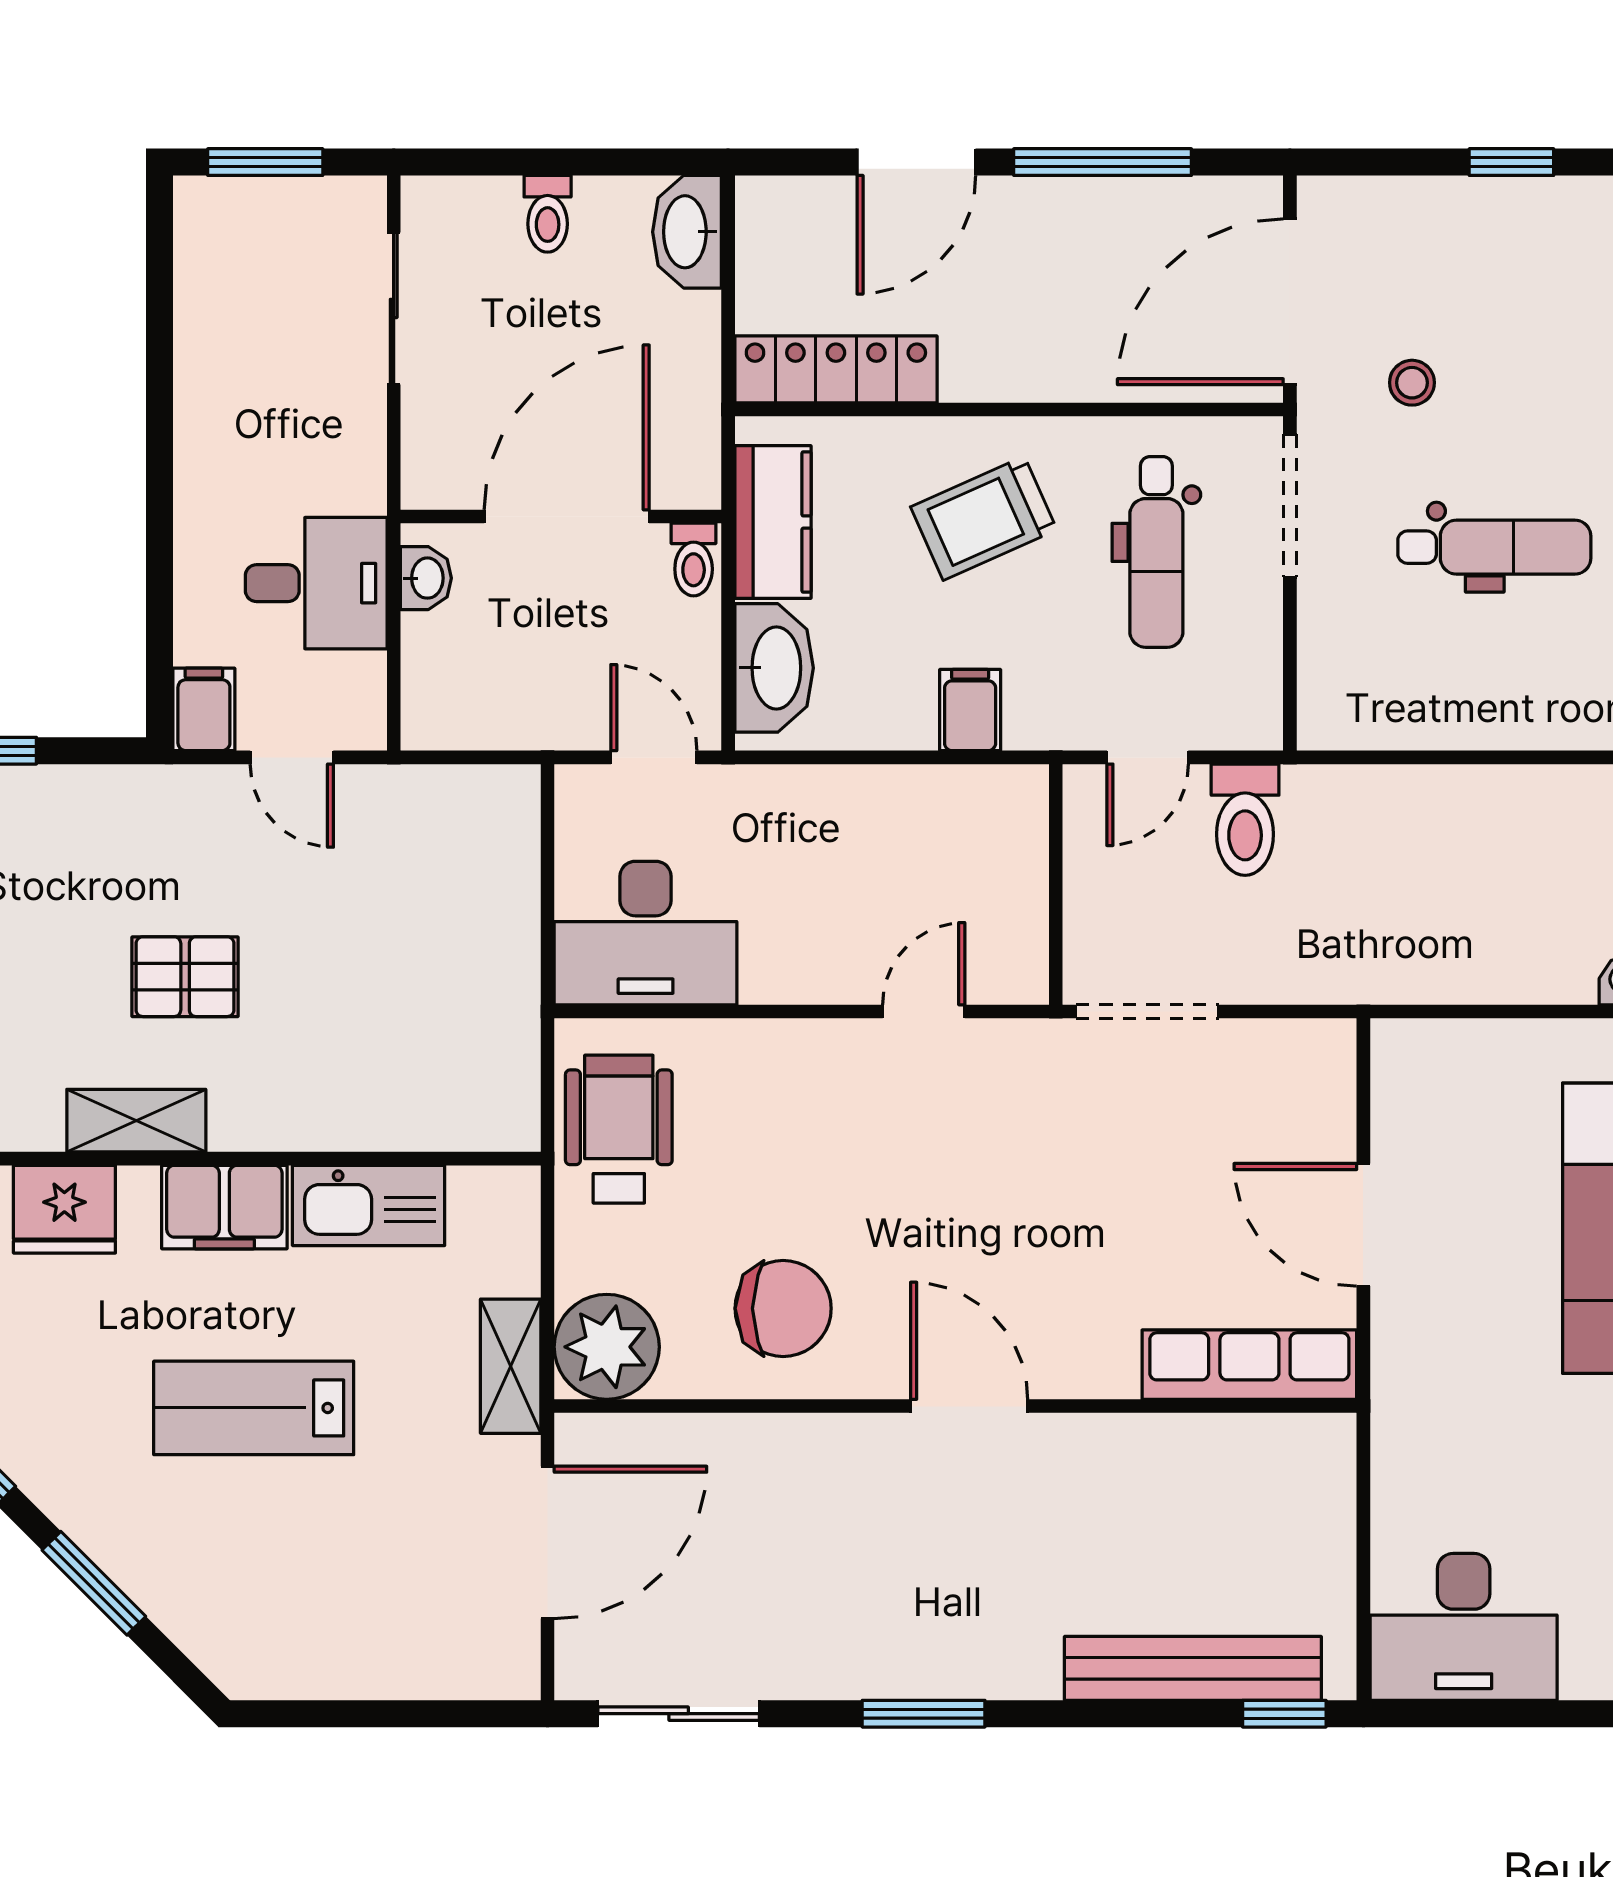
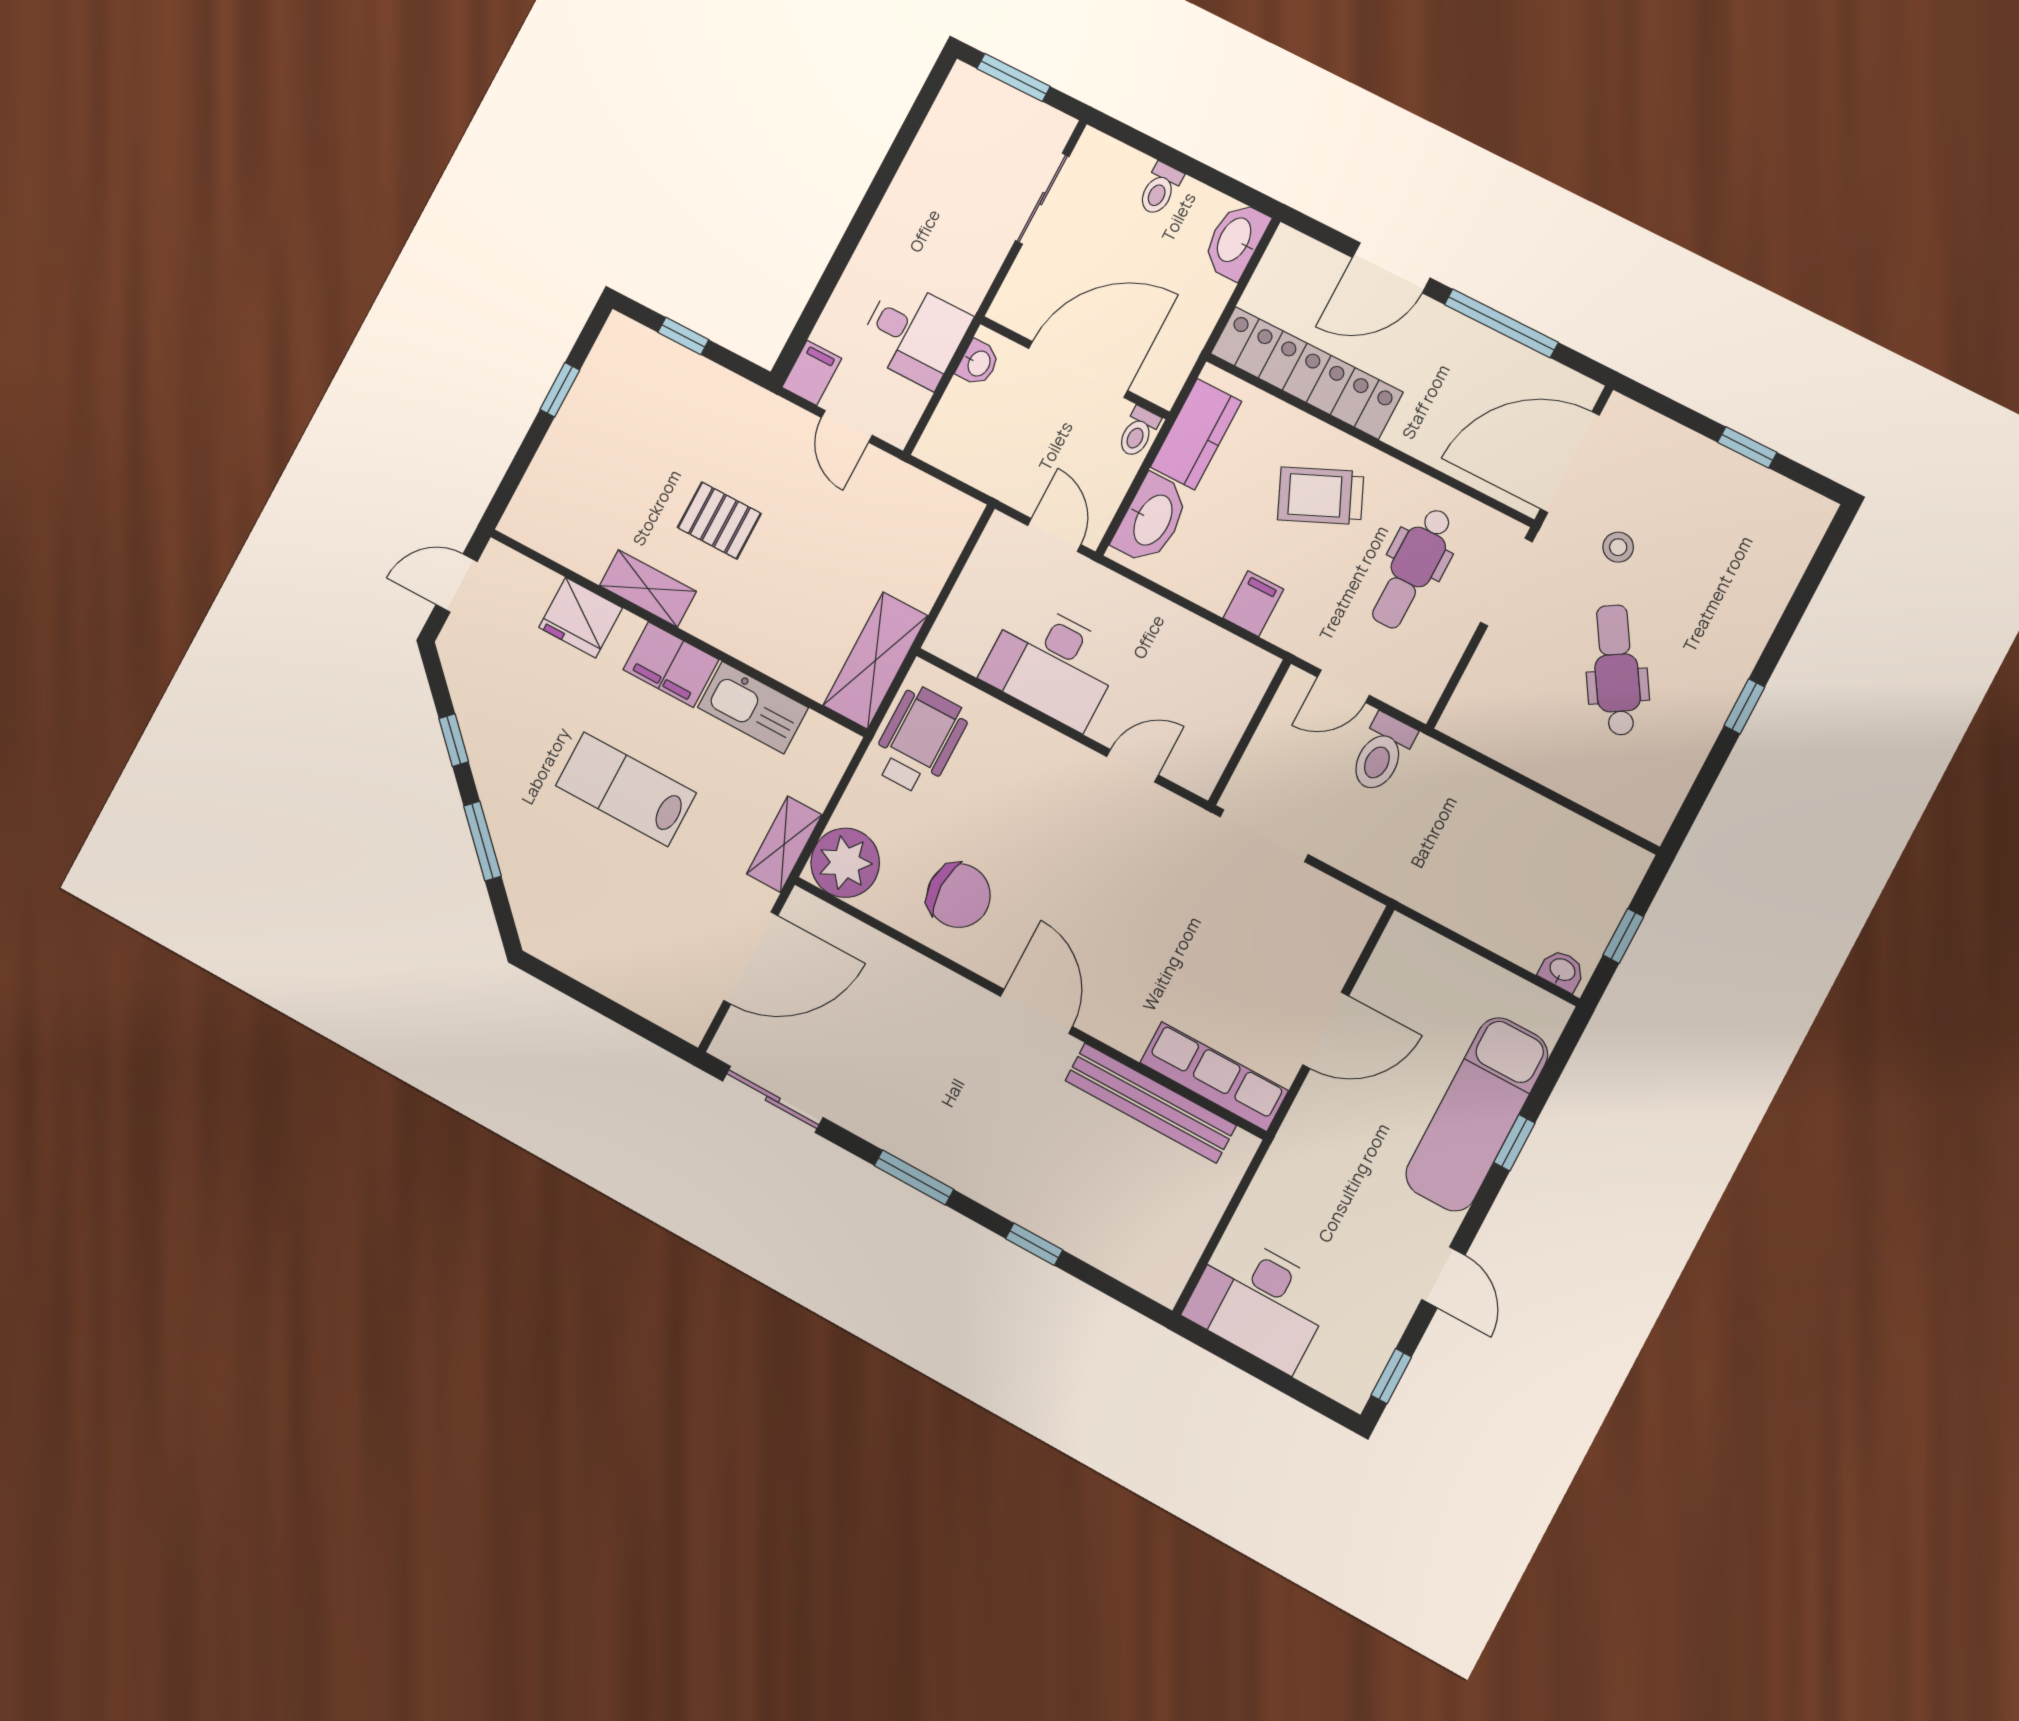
locker: (836, 369) -> (1307, 373), width x1.41, depth x1.21
dental chair: (1494, 547) -> (1617, 670), turned -122
desk: (646, 933) -> (1052, 664), moved
shelving: (502, 1054) -> (875, 661), added
door: (1363, 1225) -> (1326, 1030), swing flipped
bench: (1193, 1668) -> (1150, 1103), moved
window: (1284, 1714) -> (1034, 1244), moved

